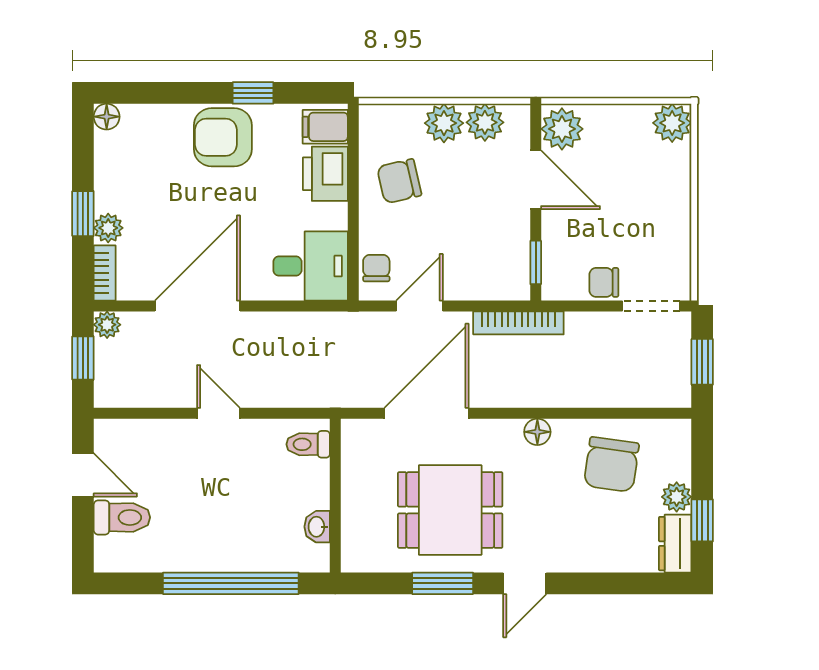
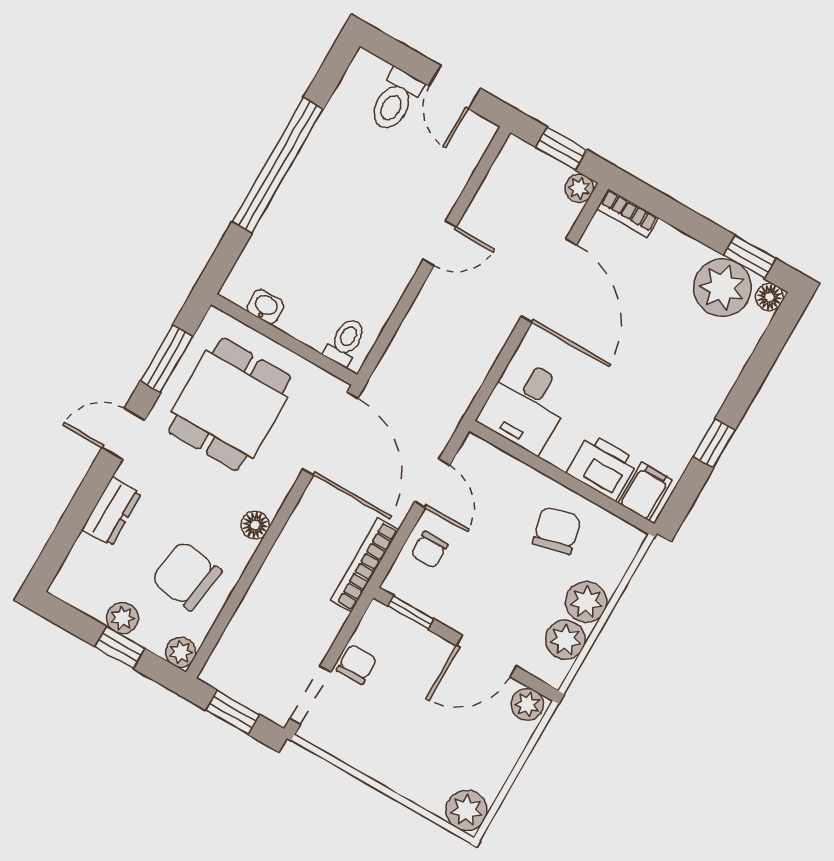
plant: (562, 129) -> (527, 704), width x0.73, depth x0.73
armchair: (223, 137) -> (690, 392), removed
window: (83, 214) -> (750, 257), moved
plant: (108, 228) -> (722, 287), moved, width x1.88, depth x1.88
chair: (376, 268) -> (429, 550), moved, turned 90
plant: (677, 433) -> (181, 652), added
toilet: (308, 444) -> (345, 342), moved
door: (83, 475) -> (455, 87), hinge flipped
wall: (335, 496) -> (284, 340), moved
window: (702, 520) -> (120, 647), moved
washbasin: (317, 527) -> (265, 307), moved
dresser: (675, 544) -> (112, 511), moved, turned 90
door: (525, 583) -> (123, 434), hinge flipped

